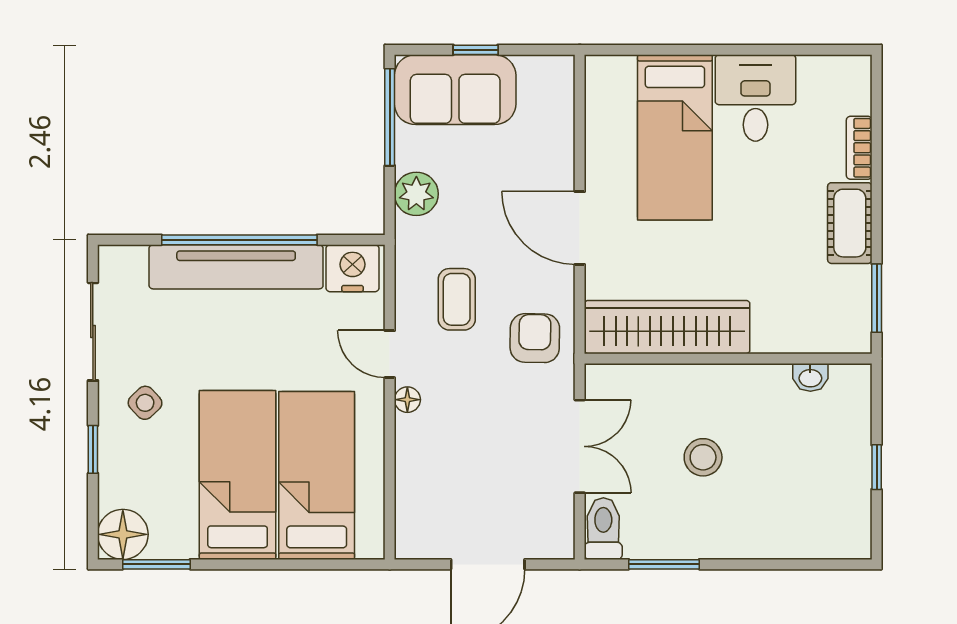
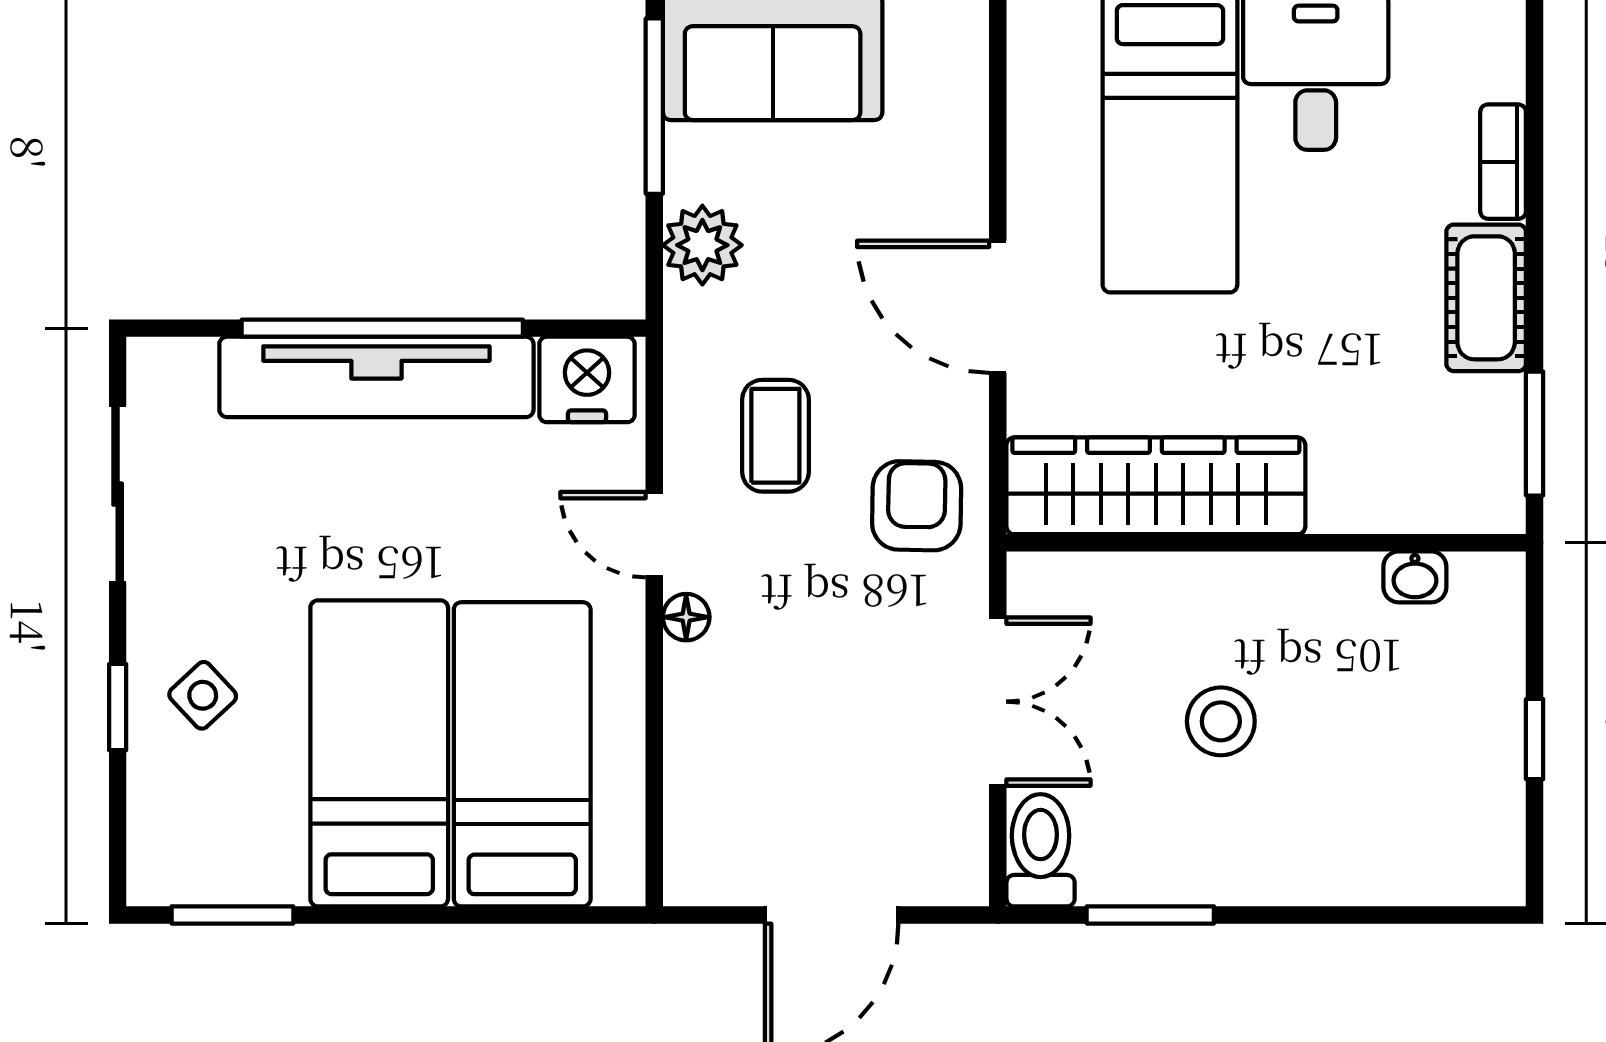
side table: (145, 403) -> (203, 695), moved
floor lamp: (123, 534) -> (172, 861), removed

